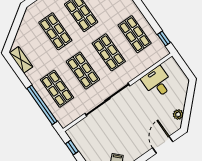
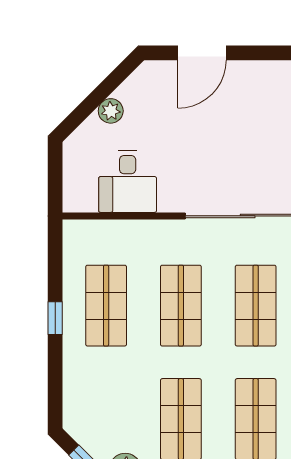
window: (164, 38) -> (55, 318), moved
plant: (178, 114) -> (111, 111), moved

